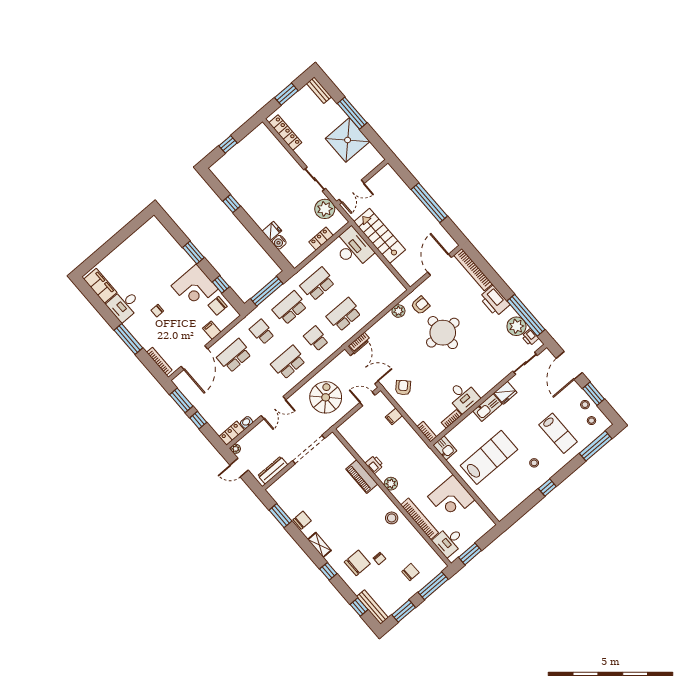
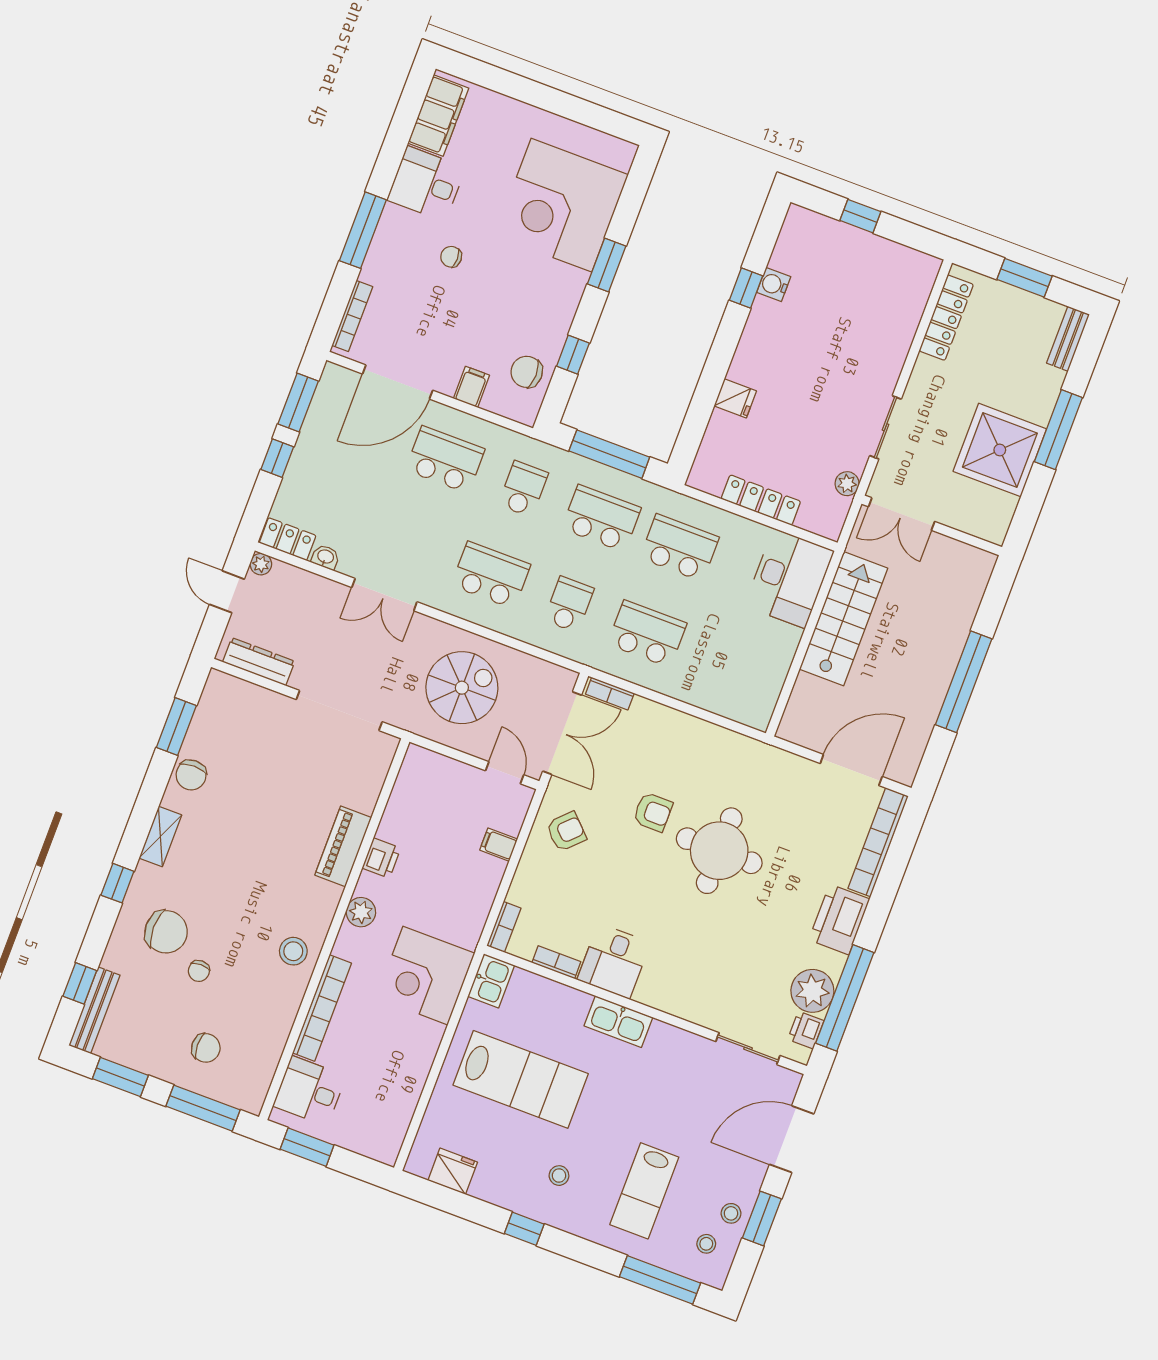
plant: (325, 209) -> (847, 484), width x0.53, depth x0.53
locker: (321, 239) -> (761, 500), width x1.53
water cooler: (279, 242) -> (774, 284), moved
corner desk: (195, 287) -> (561, 205), moved, width x1.36, depth x1.36
armchair: (420, 305) -> (653, 812), moved
plant: (398, 311) -> (714, 739), removed
fridge: (505, 393) -> (453, 1171), moved, turned 180
corner desk: (451, 498) -> (425, 976), moved
chair: (302, 520) -> (191, 775), turned 90

